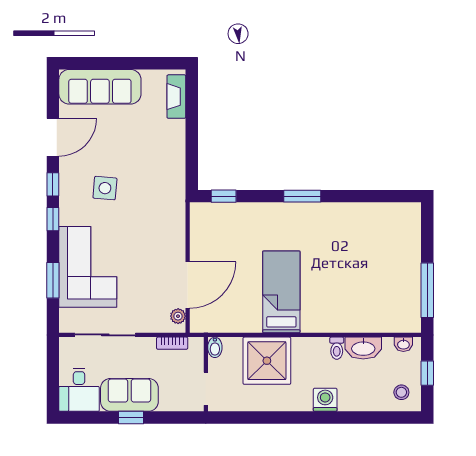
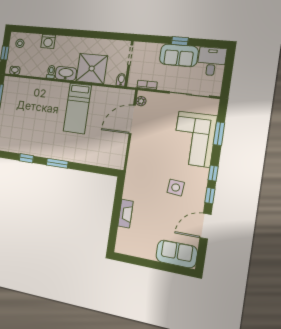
sofa: (100, 87) -> (177, 254), width x0.73
fireplace: (176, 97) -> (125, 214), moved
window: (224, 196) -> (26, 158), moved
washbasin: (363, 348) -> (66, 74), moved
washing machine: (325, 400) -> (48, 41), moved

